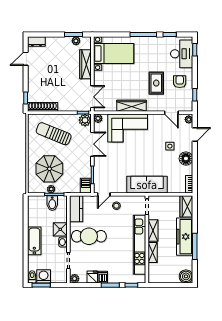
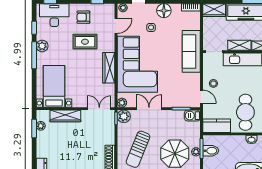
plant: (152, 42) -> (42, 46), added
corner sofa: (128, 128) -> (137, 64), width x1.36, depth x1.36
shower: (60, 229) -> (238, 142), removed

